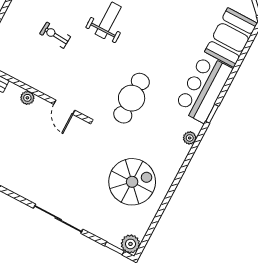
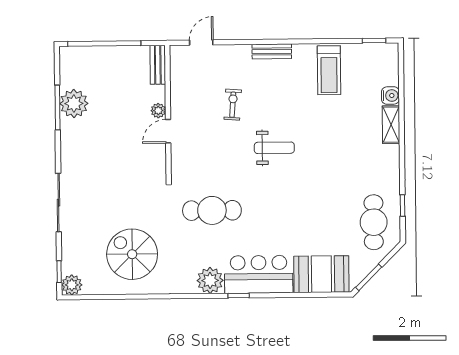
door: (64, 107) -> (168, 131), moved
plant: (190, 138) -> (210, 280), width x1.88, depth x1.88
spiral stairs: (132, 182) -> (132, 254), turned 180

